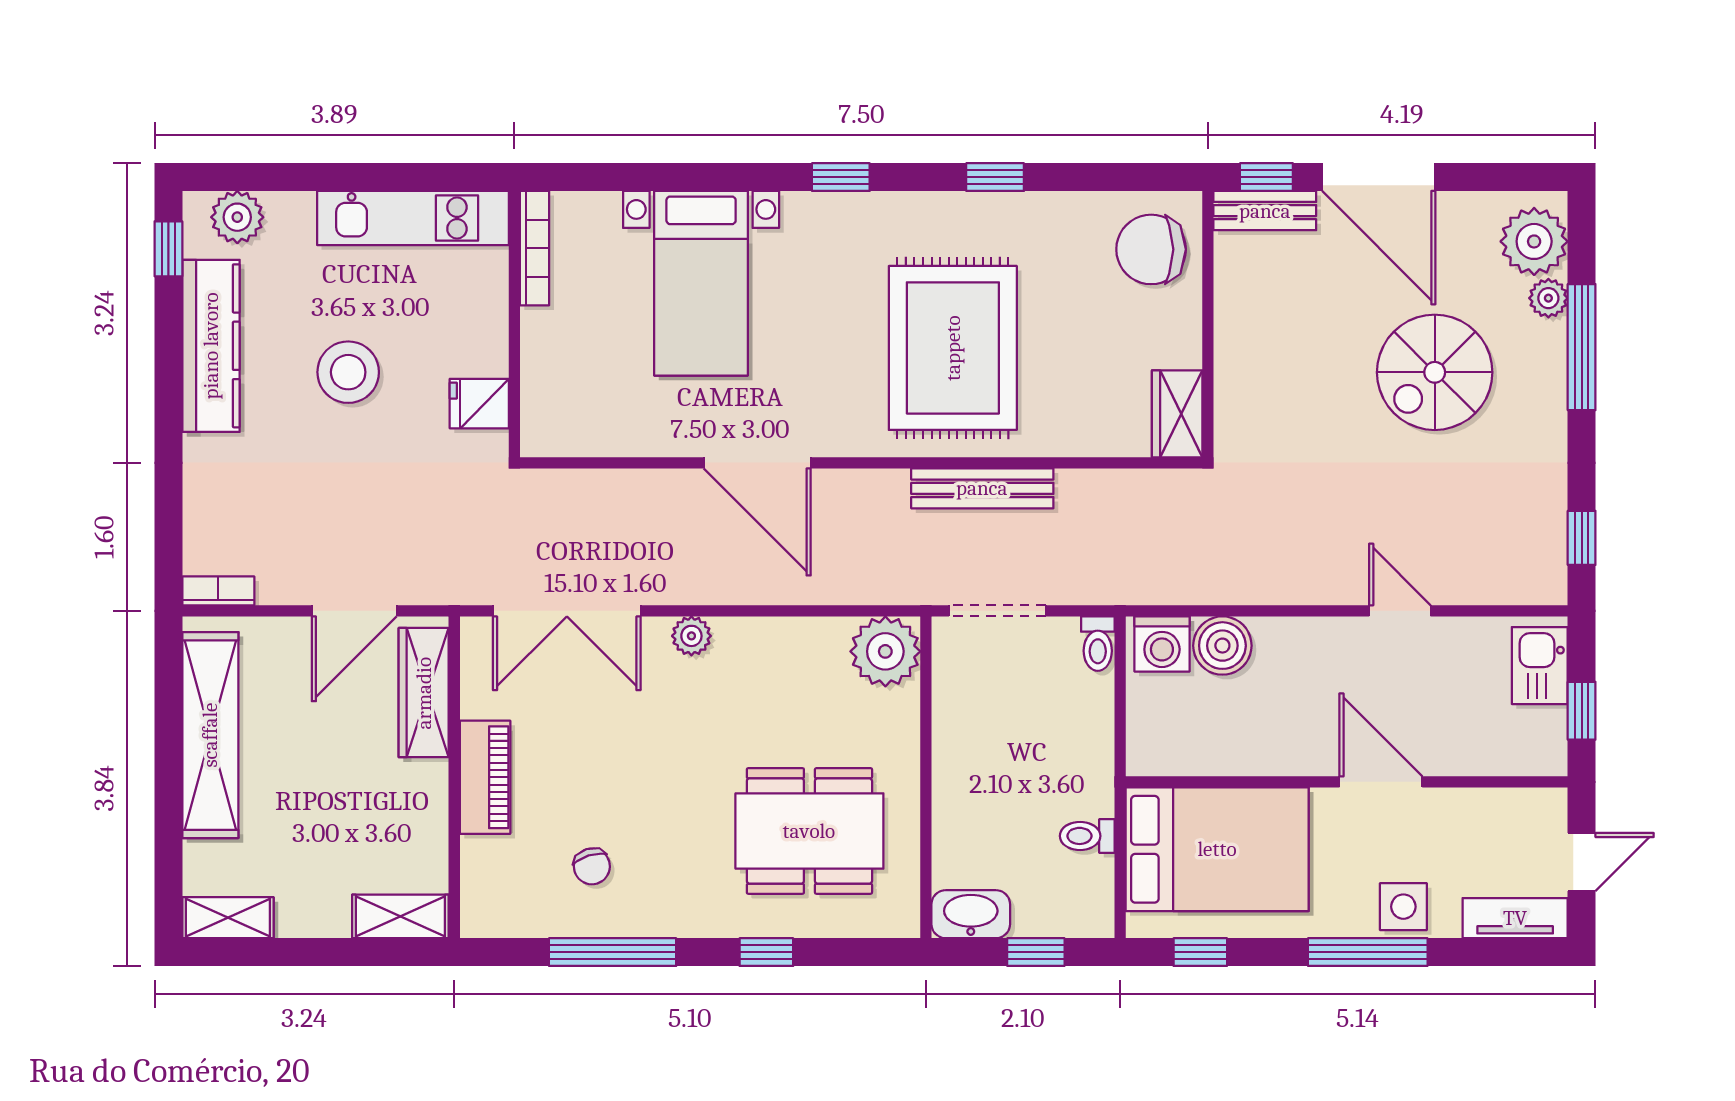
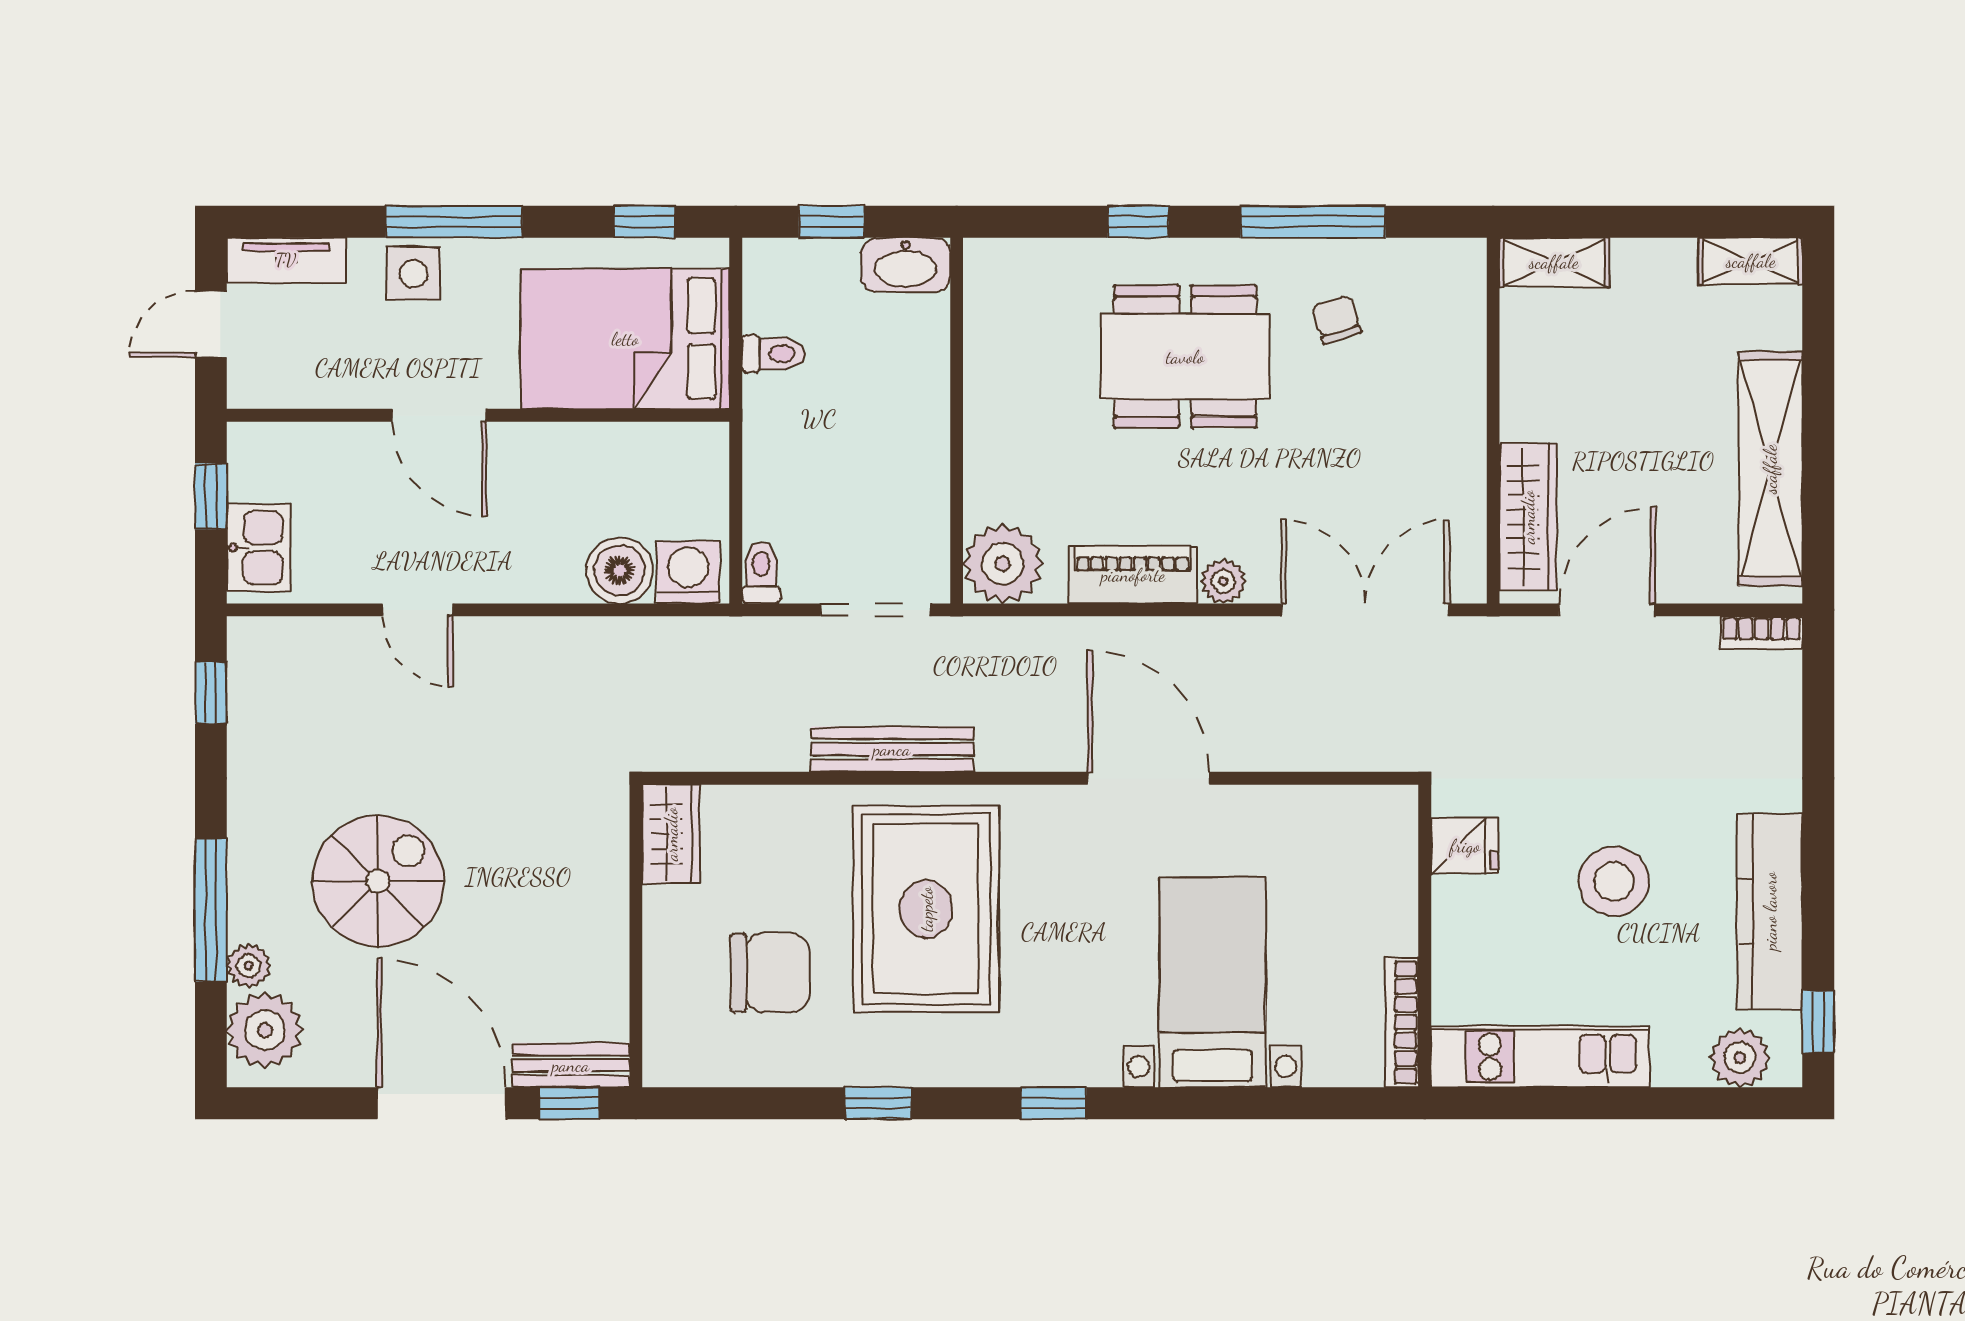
chair: (1151, 249) -> (770, 973), moved
piano: (485, 777) -> (1133, 575), moved, turned 90
dining table: (809, 831) -> (1185, 357), moved

